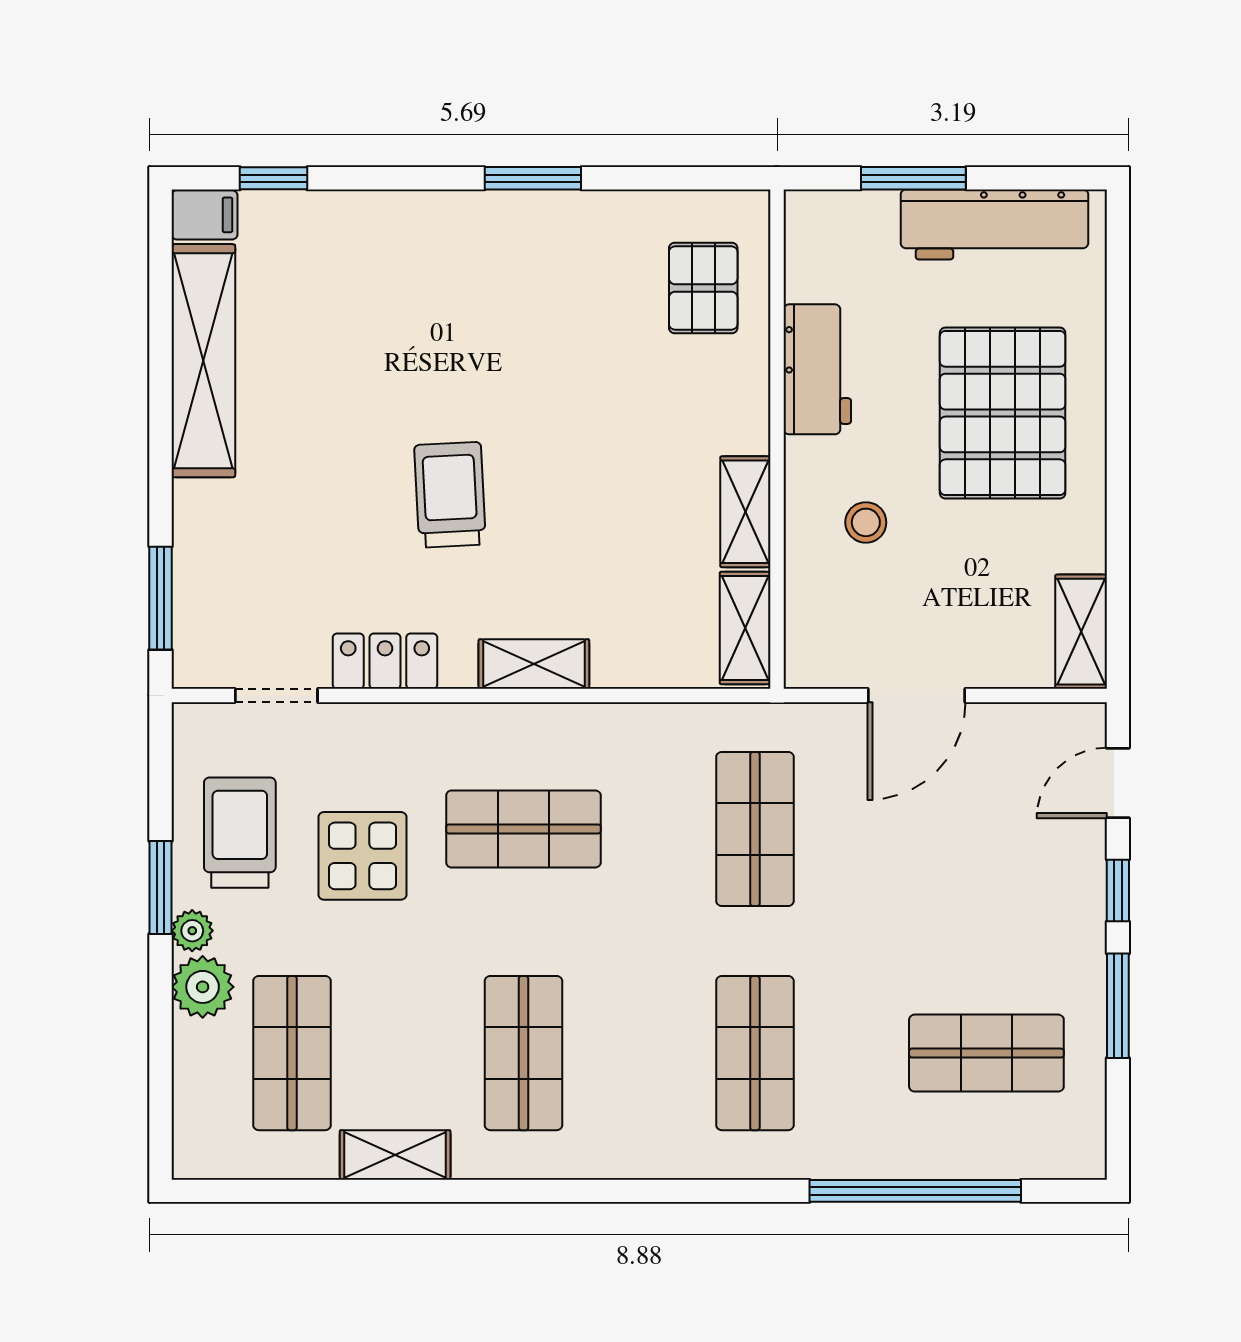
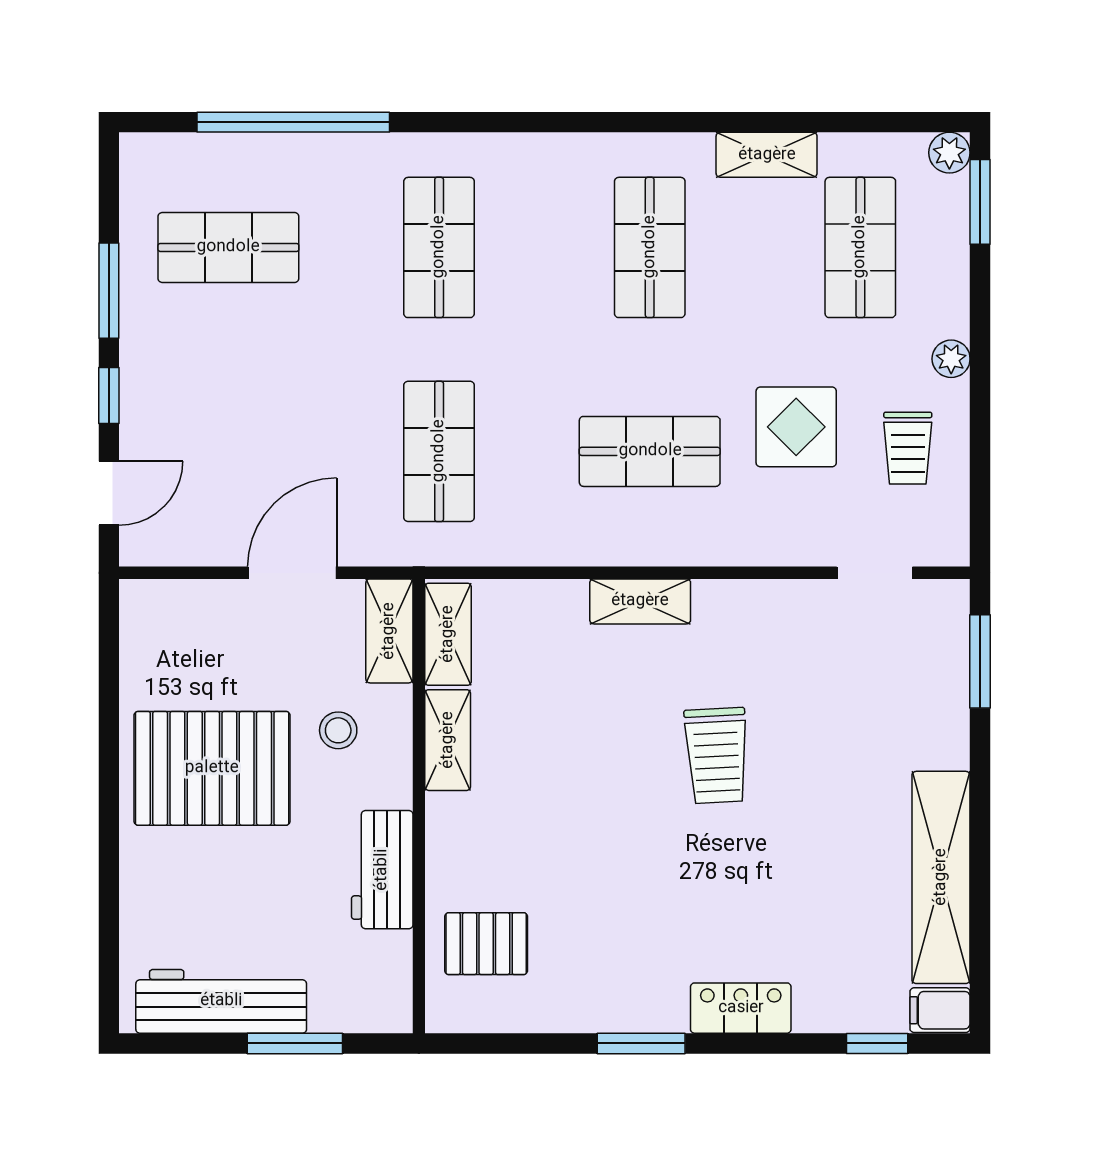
pallet: (703, 288) -> (486, 944), turned 90
pallet: (1003, 413) -> (212, 768), moved, turned 90
shelving: (1081, 632) -> (389, 631), moved
locker: (385, 661) -> (741, 1008), moved, turned 180
trolley: (240, 833) -> (908, 448), width x0.73, depth x0.72
window: (160, 888) -> (980, 202), moved
plant: (203, 987) -> (949, 153), moved, width x0.73, depth x0.73

